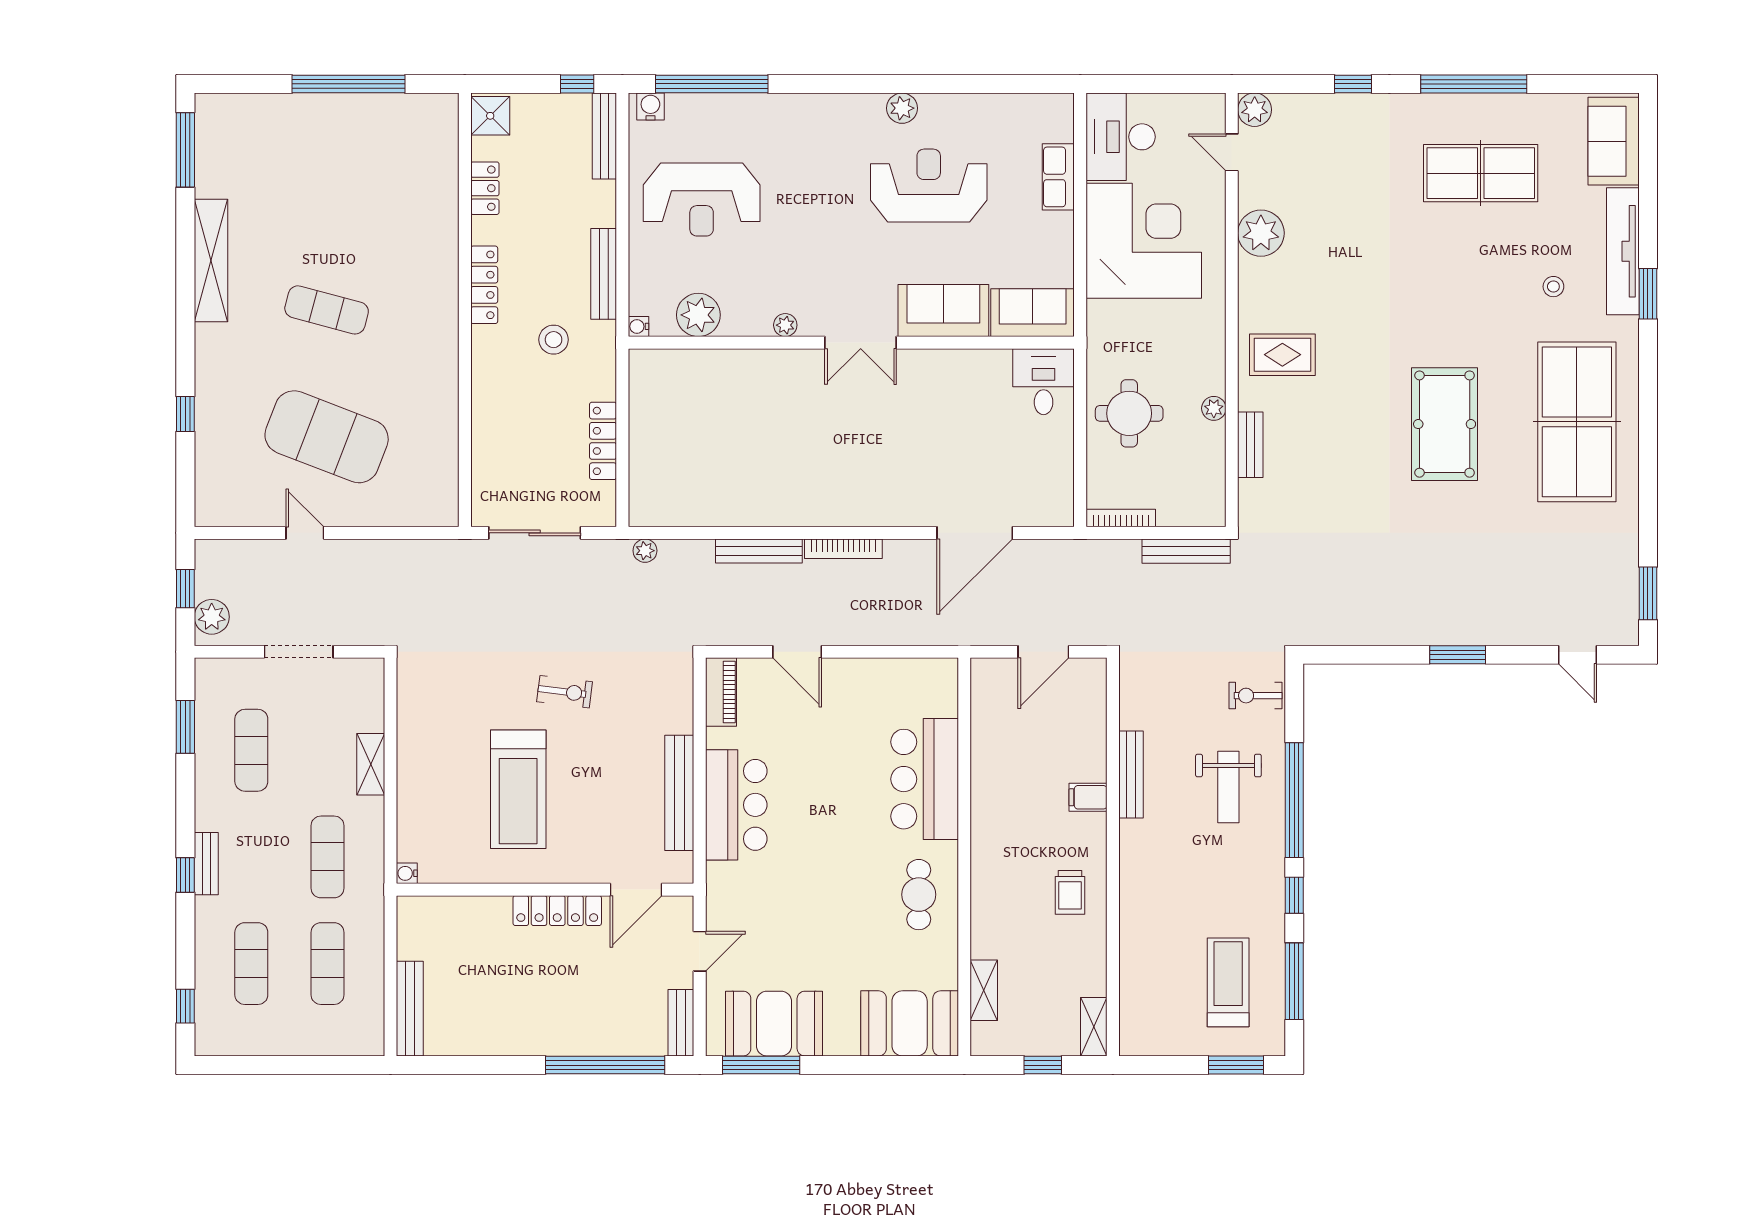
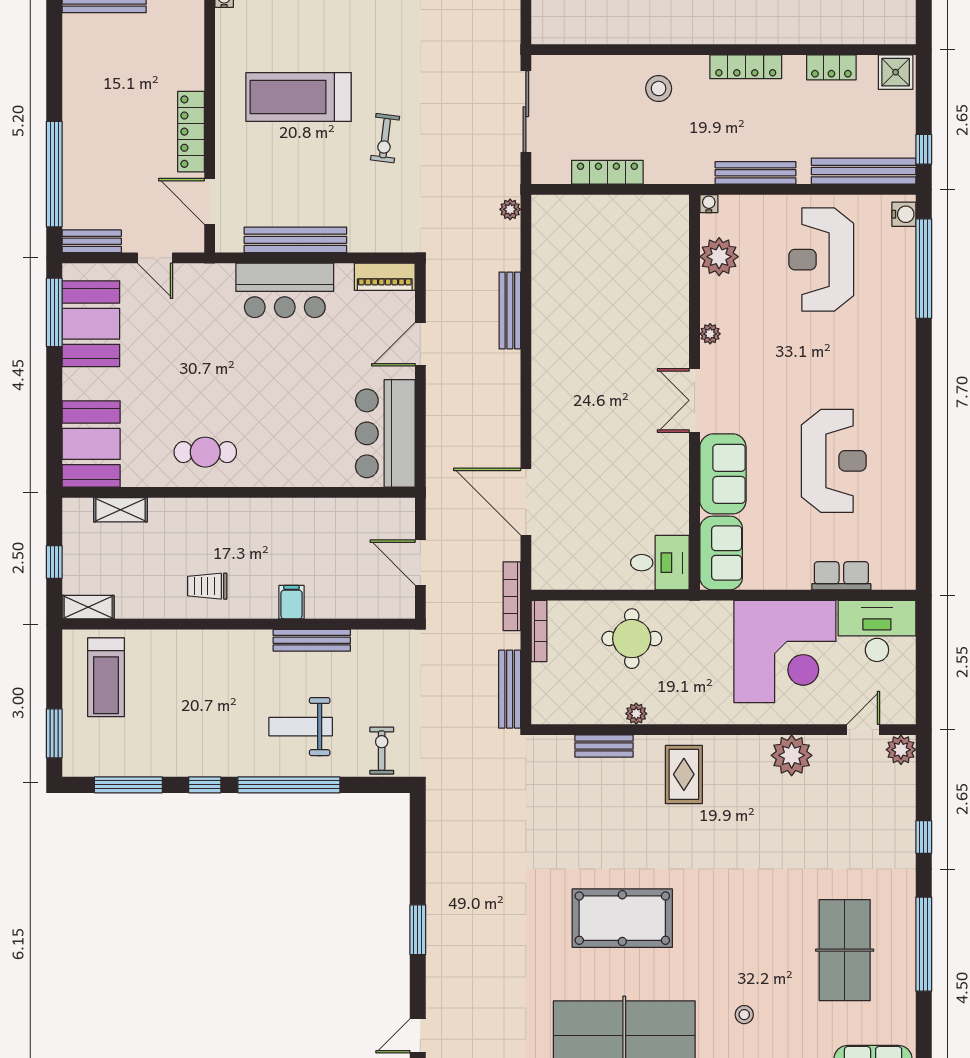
plant: (902, 108) -> (902, 437), removed
bench: (604, 136) -> (864, 171), width x1.37, depth x1.21
stool: (554, 340) -> (659, 88), moved
bookcase: (843, 549) -> (512, 596), moved
bar counter: (925, 779) -> (385, 433), moved, turned -90
treadmill: (1228, 982) -> (106, 677), moved, turned 90

